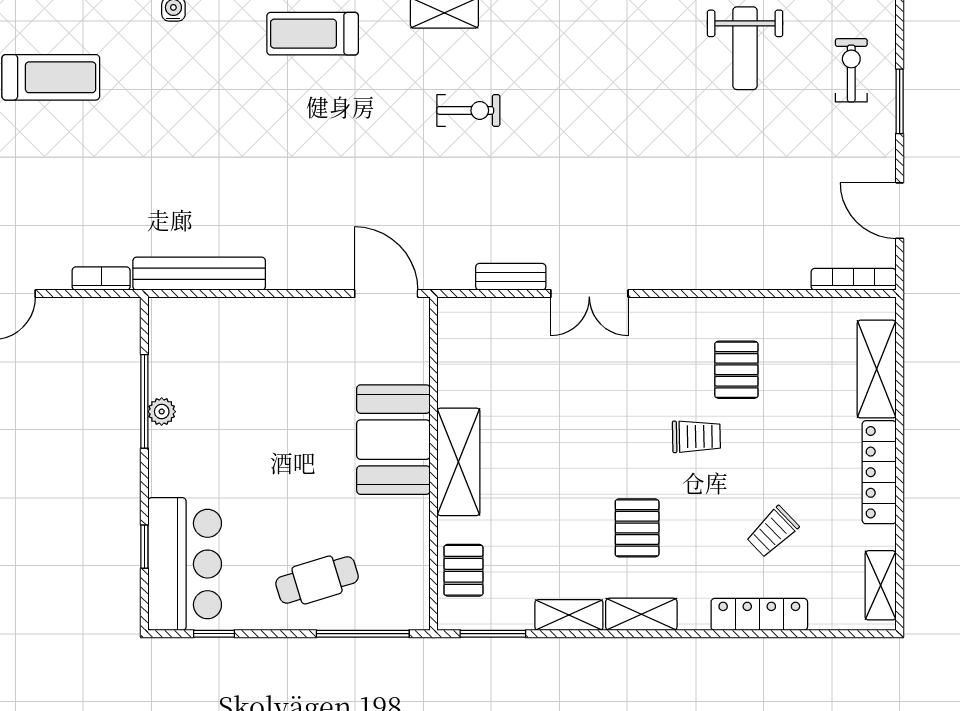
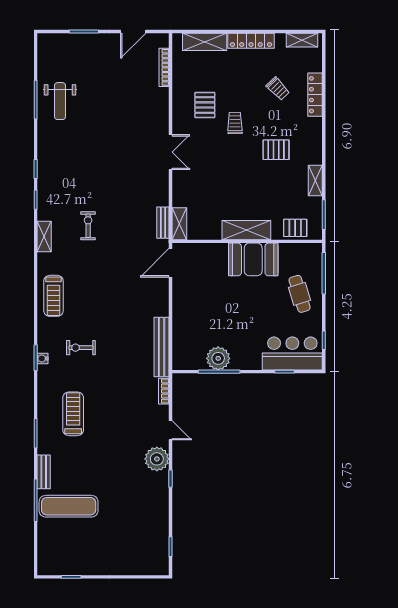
weight bench: (745, 48) -> (60, 101), turned 90
exercise bike: (851, 70) -> (81, 348), moved
bench: (511, 277) -> (163, 223), moved
bookcase: (854, 279) -> (164, 67), moved
double door: (589, 294) -> (171, 152), moved
pallet: (736, 370) -> (205, 105), turned 90
plant: (162, 412) -> (218, 358), width x1.88, depth x1.88
booth: (393, 440) -> (253, 259), moved
shelving: (641, 614) -> (179, 224), moved

